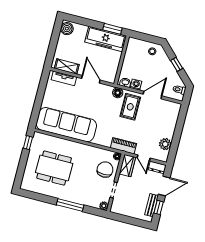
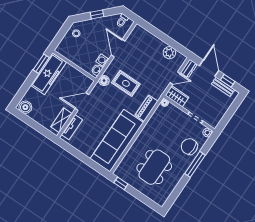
rug: (130, 107) -> (126, 83), moved
piano: (123, 146) -> (146, 108), moved
chair: (105, 170) -> (189, 147), moved

